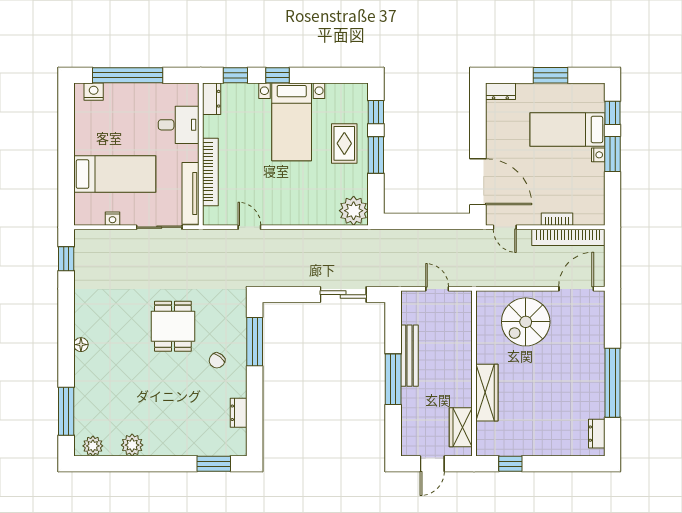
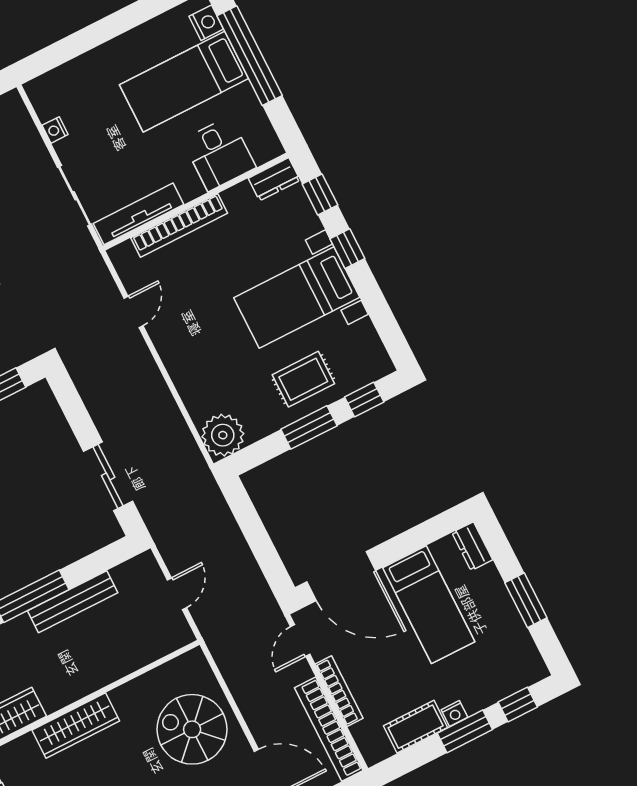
bed: (567, 129) -> (429, 605), moved, turned 180
bed: (115, 174) -> (184, 82), moved, turned 90
door: (478, 182) -> (341, 576), hinge flipped
cot: (594, 183) -> (416, 727), added
bookcase: (557, 219) -> (339, 691), width x1.56

